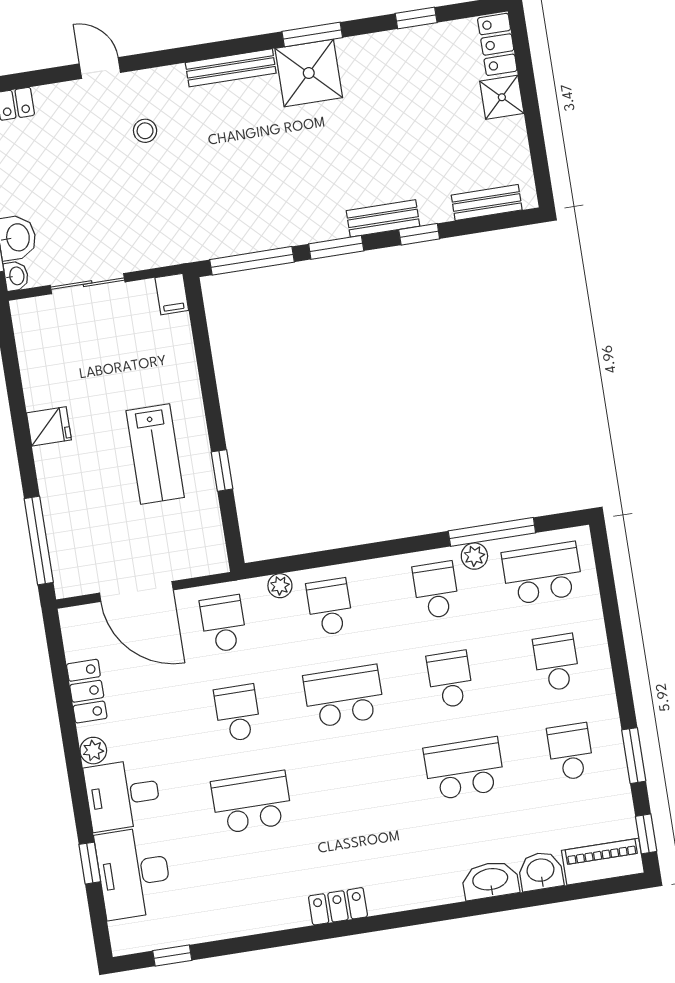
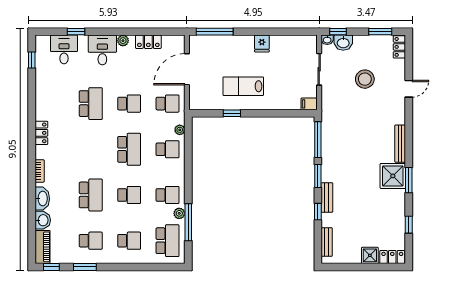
stool: (145, 131) -> (365, 79), moved, width x1.89, depth x1.89
desk: (134, 873) -> (64, 49), width x0.73
bookcase: (427, 896) -> (40, 171), added

